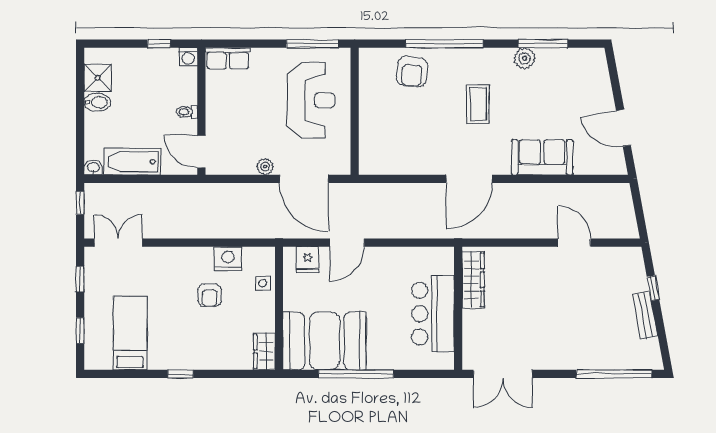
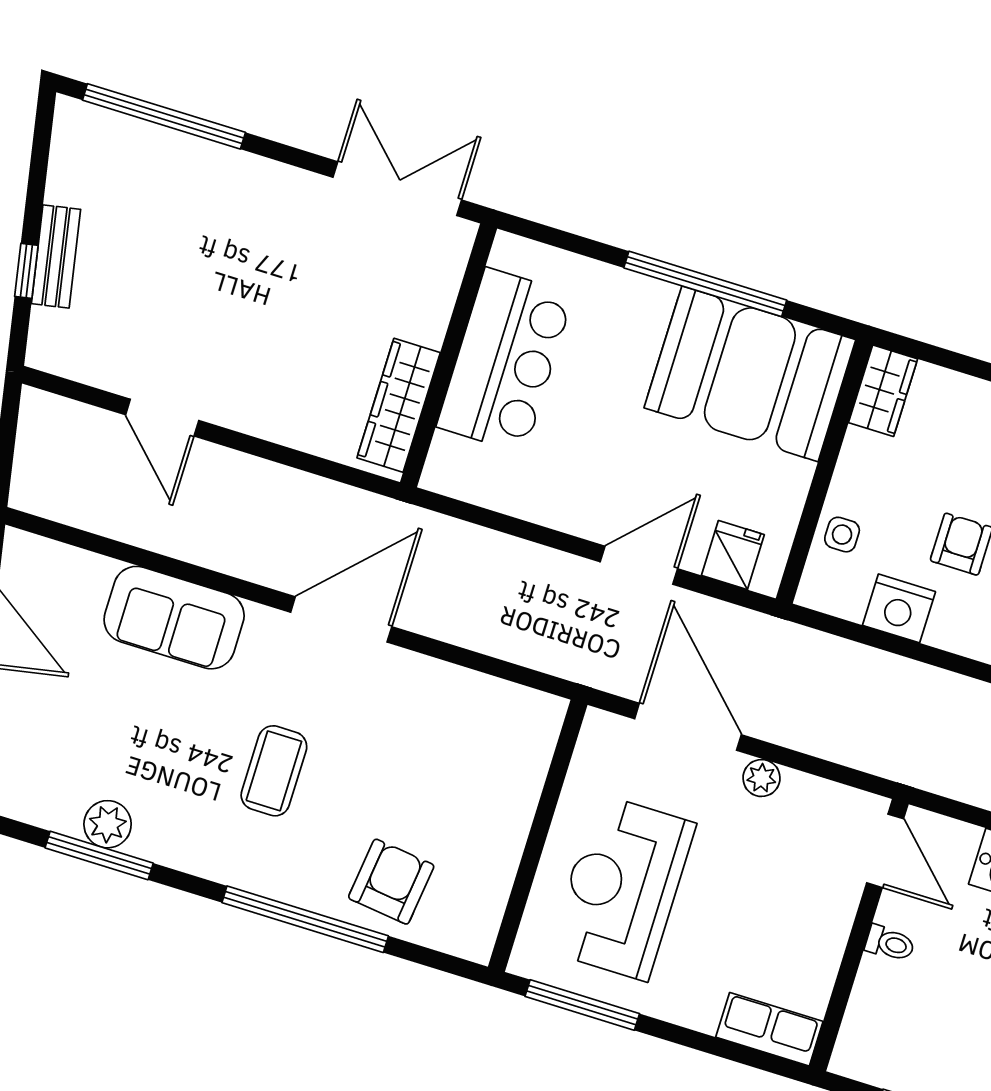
washing machine: (188, 57) -> (852, 1058), removed
plant: (524, 58) -> (108, 824), moved
bench: (645, 315) -> (56, 257), moved

